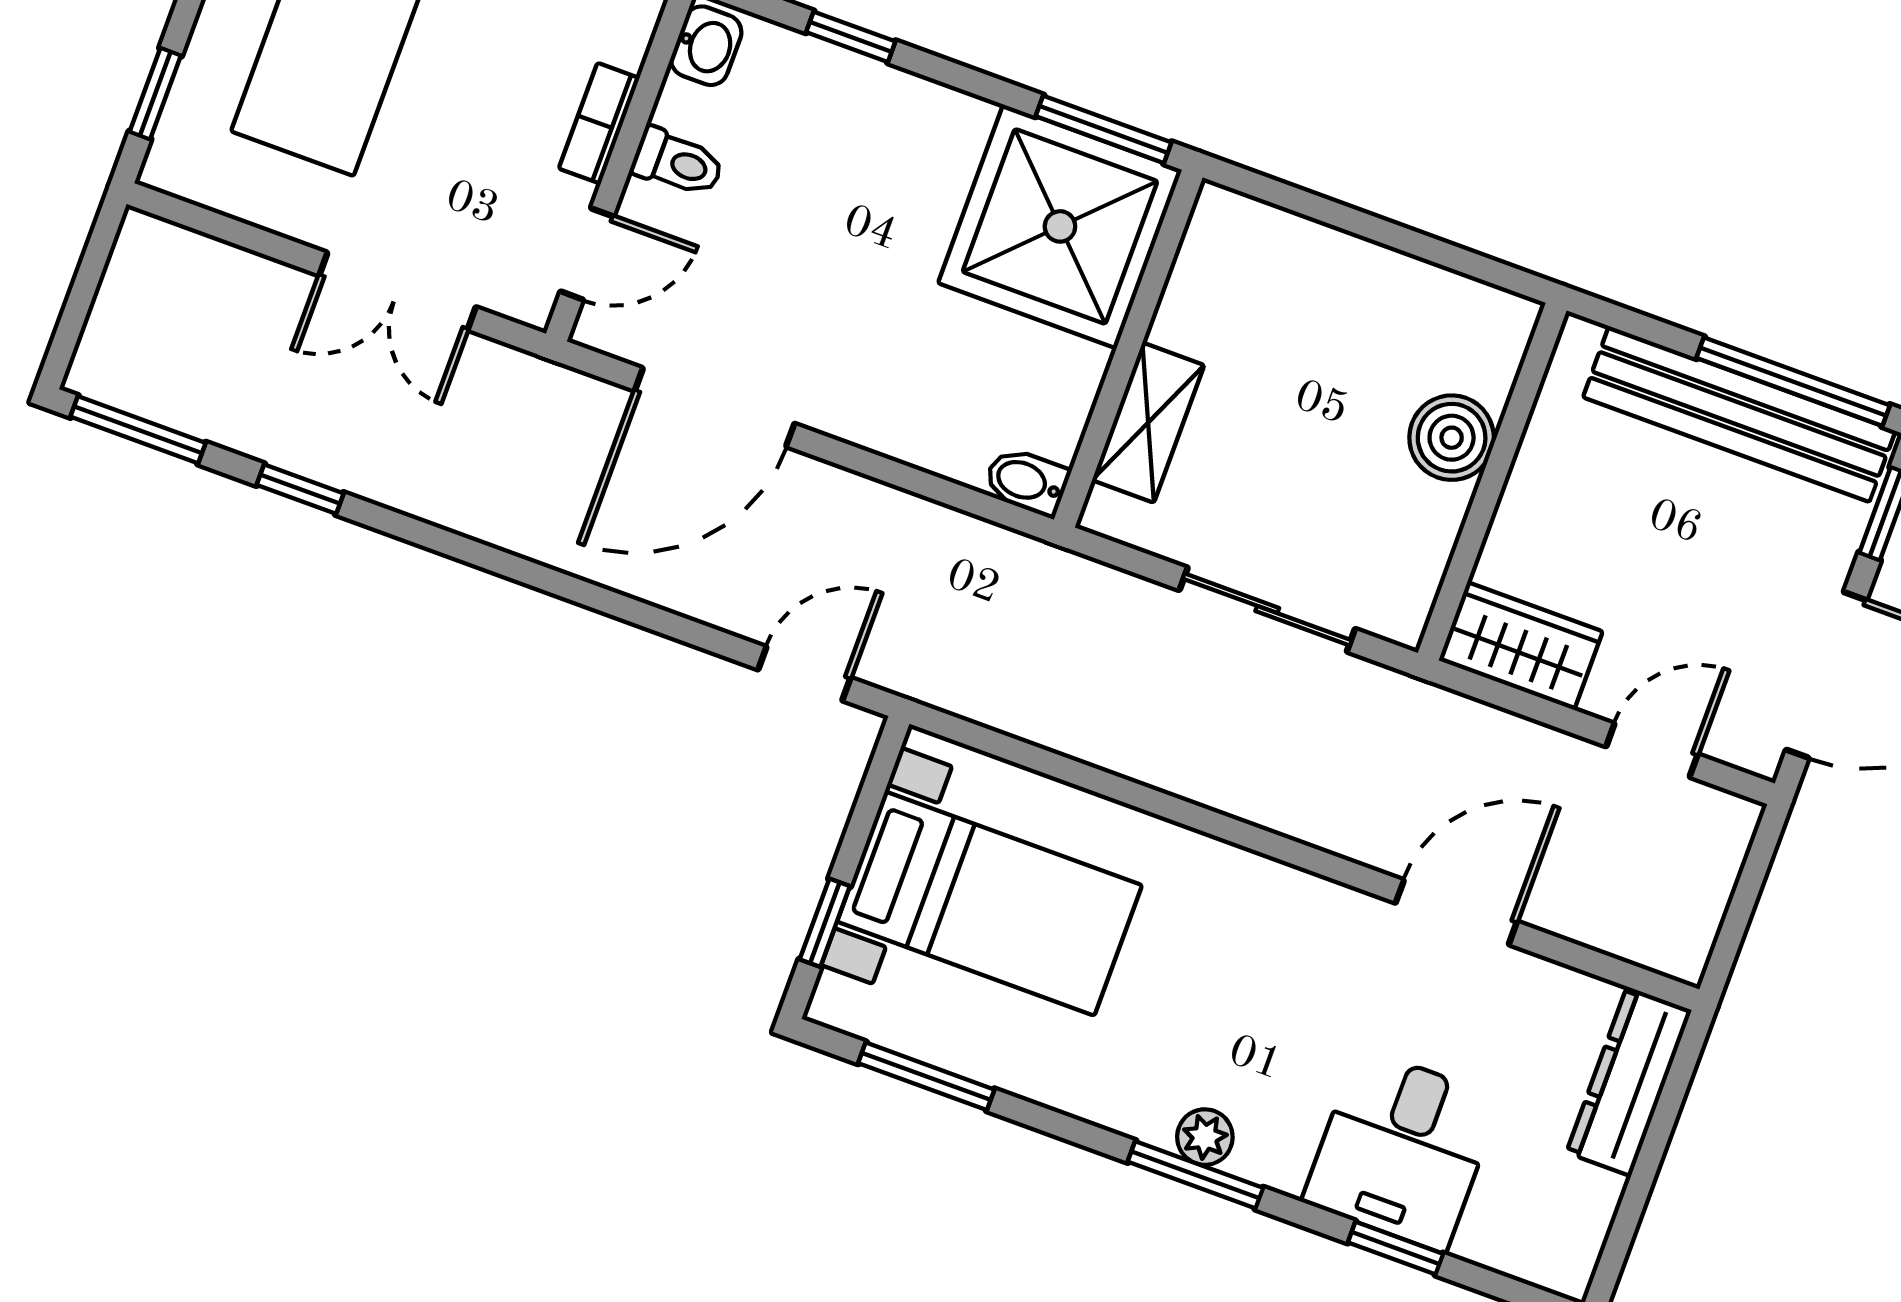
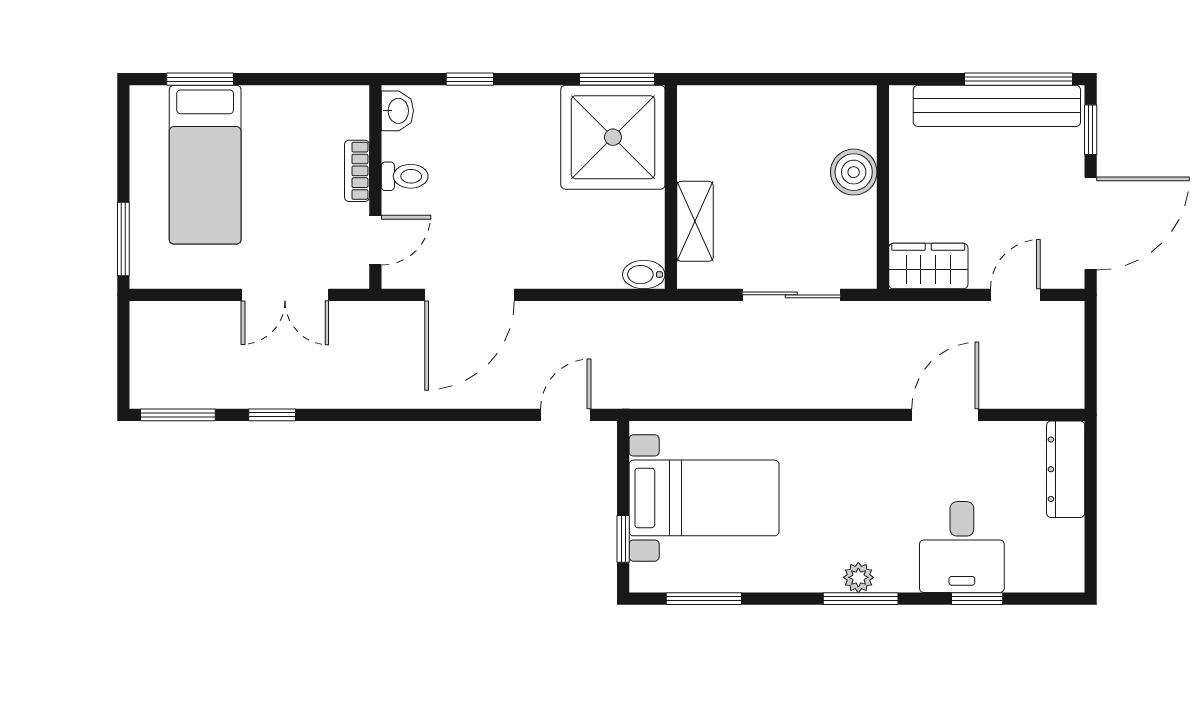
window: (155, 94) -> (123, 239), width x1.50

